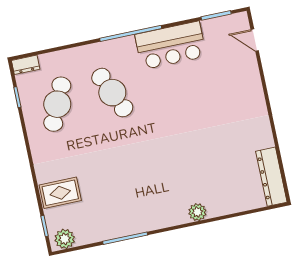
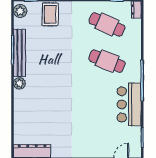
cafe table: (112, 93) -> (107, 61), turned 45
plant: (197, 212) -> (19, 83), moved
bench: (128, 227) -> (20, 53), added

